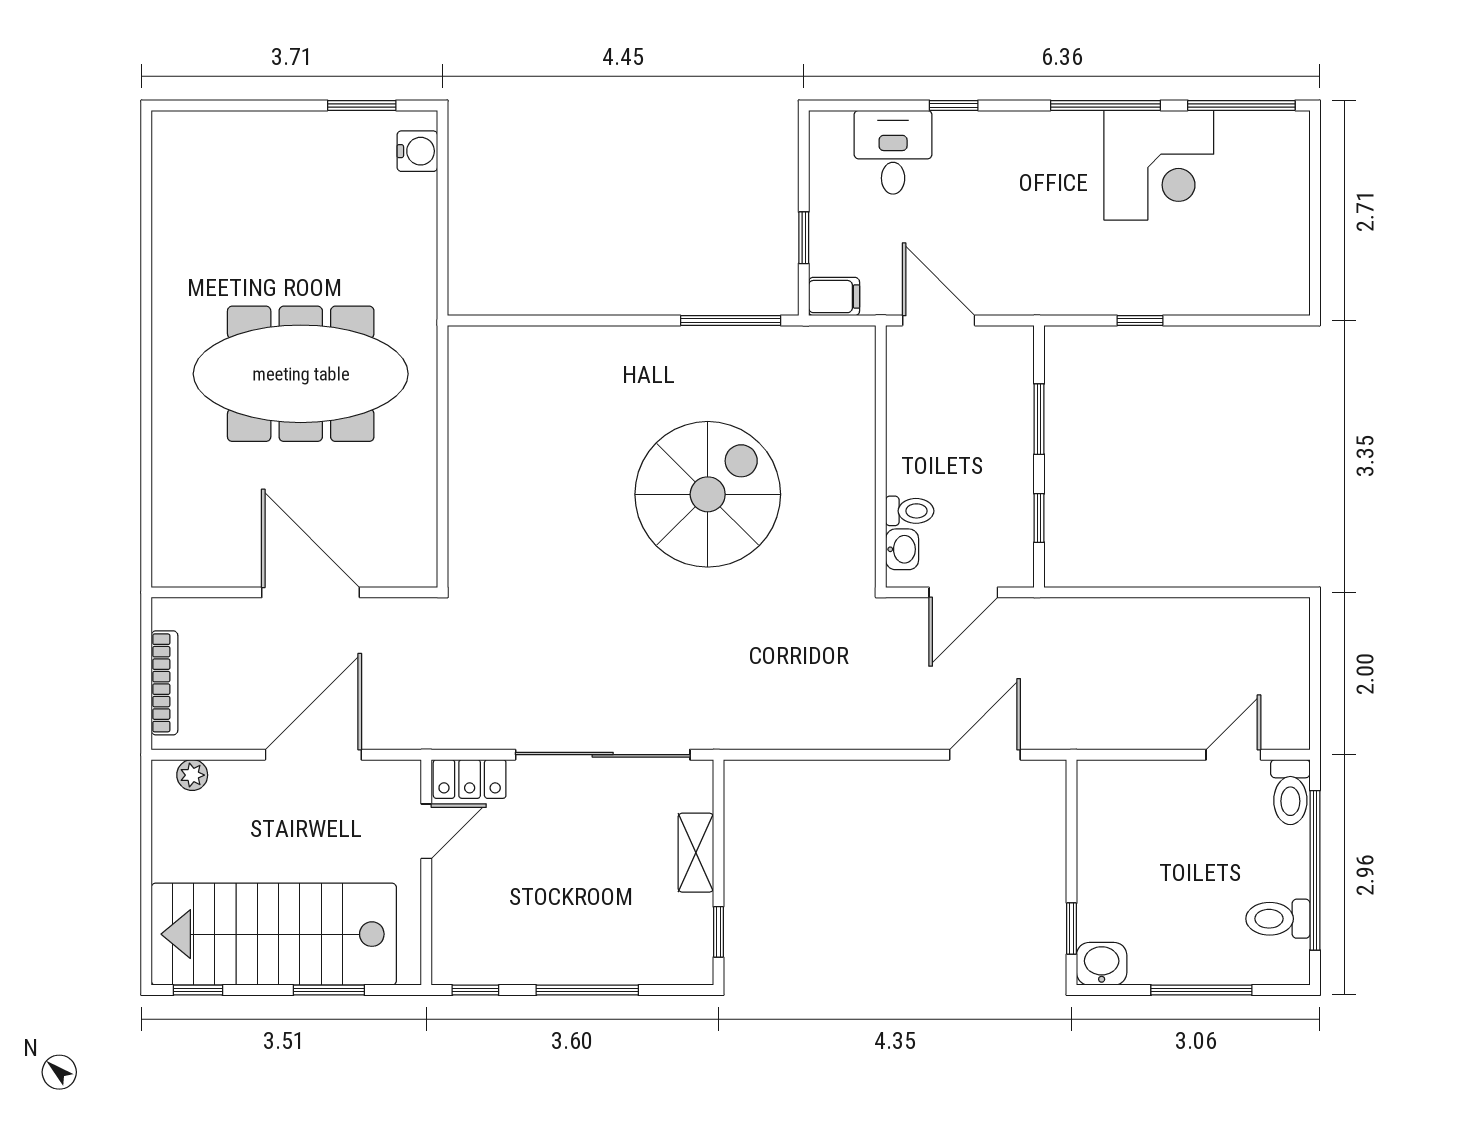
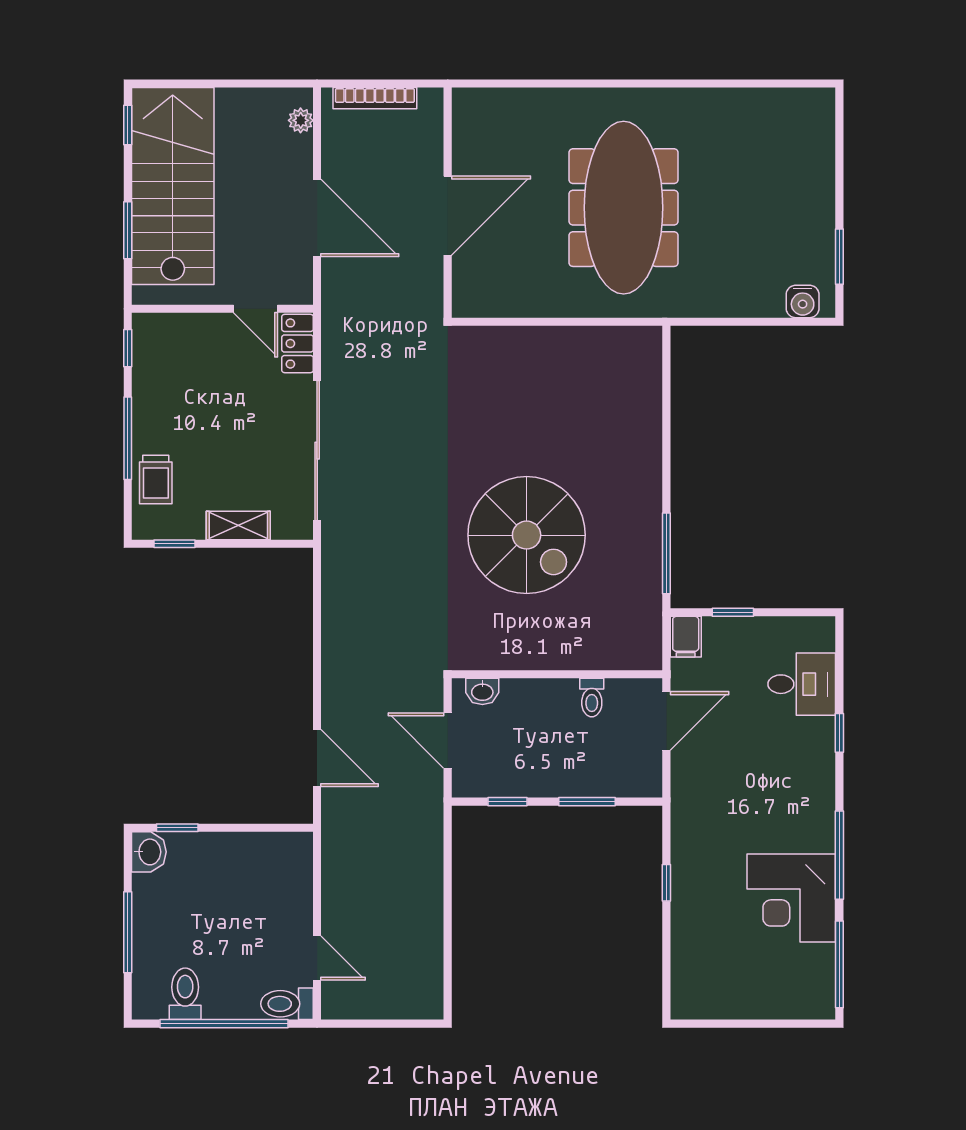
toilet: (910, 511) -> (592, 698), moved
trolley: (639, 955) -> (156, 480), added

